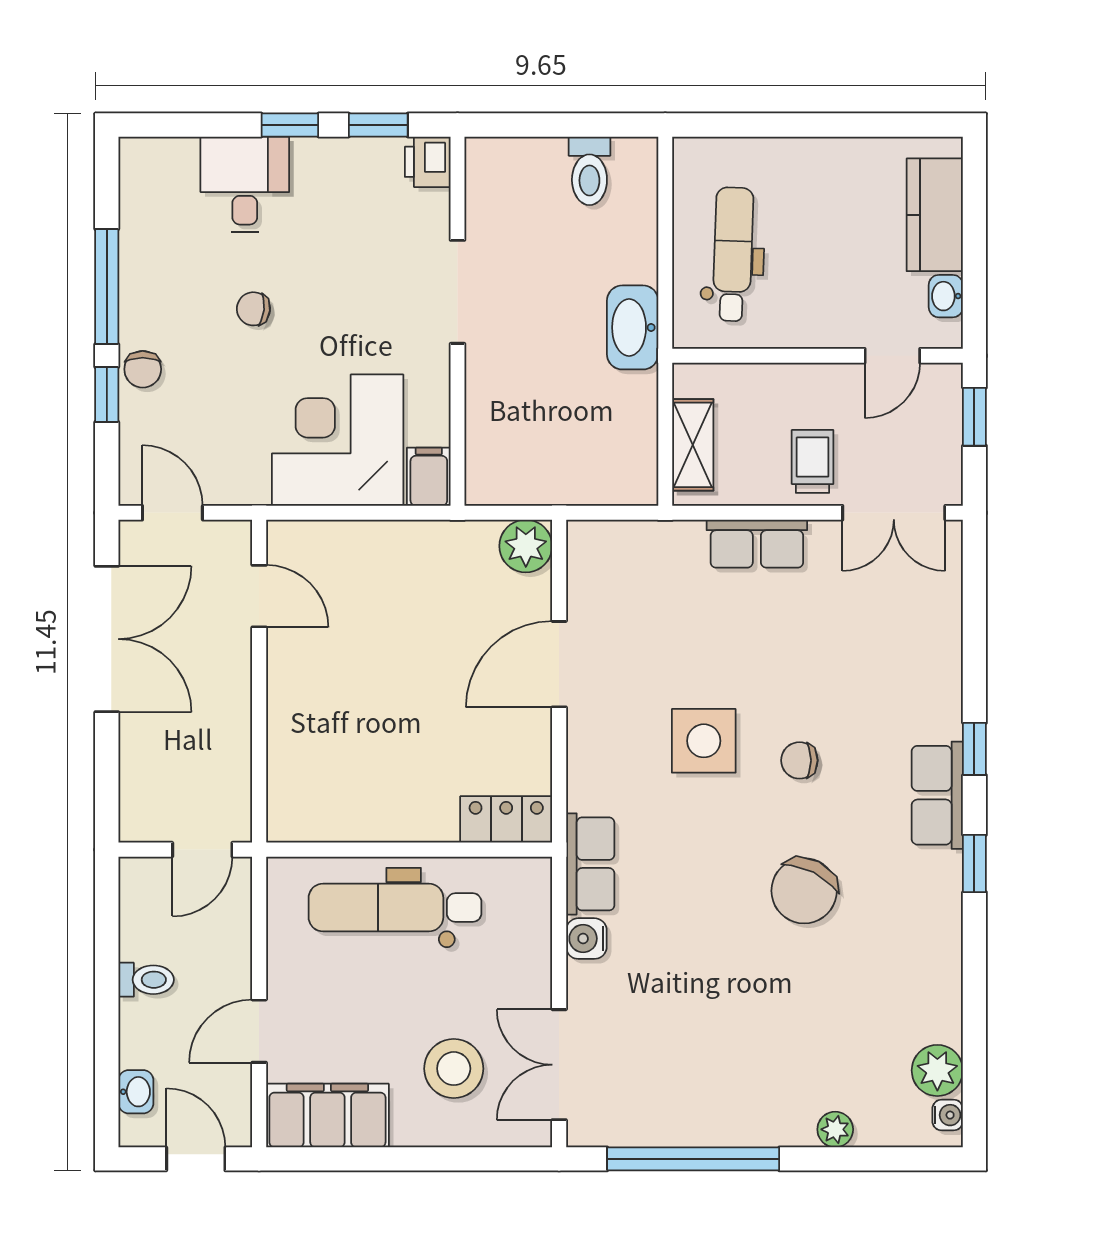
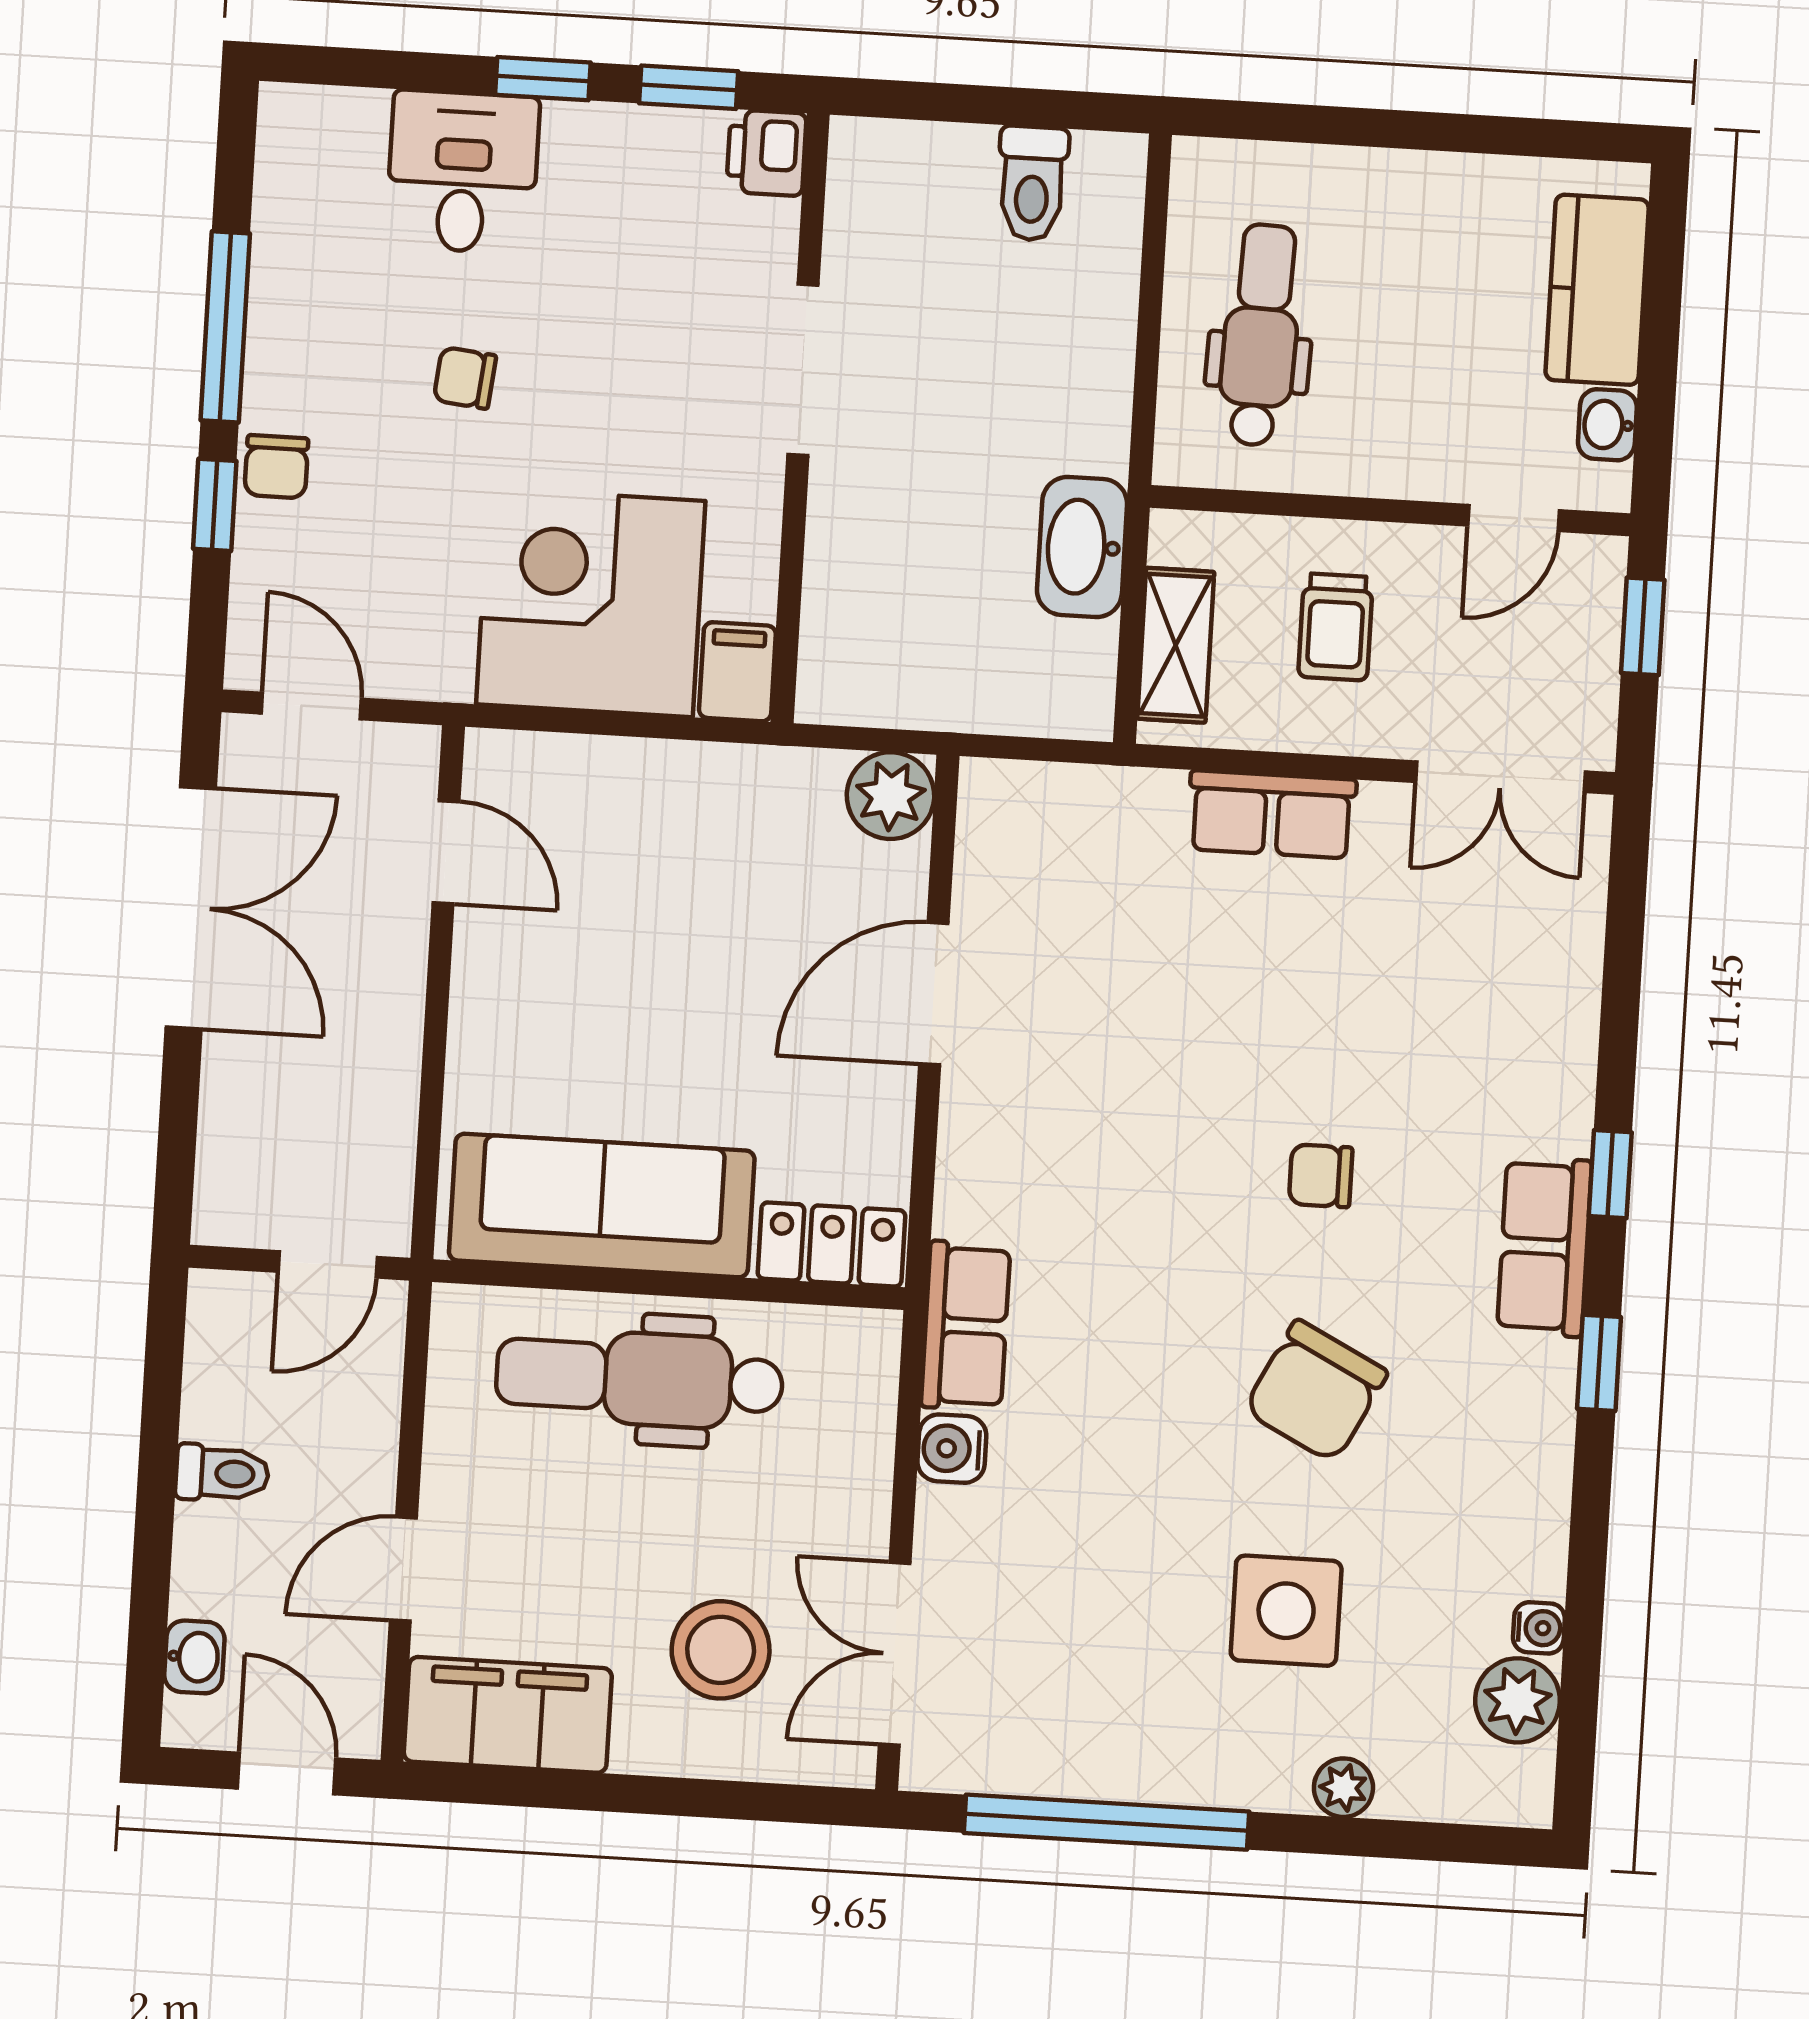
washbasin: (633, 327) -> (1082, 547), moved
trolley: (813, 461) -> (1336, 627), moved, turned 180
side table: (704, 741) -> (1286, 1611), moved
sofa: (366, 804) -> (602, 1206), added
water cooler: (948, 1115) -> (1539, 1628), moved

